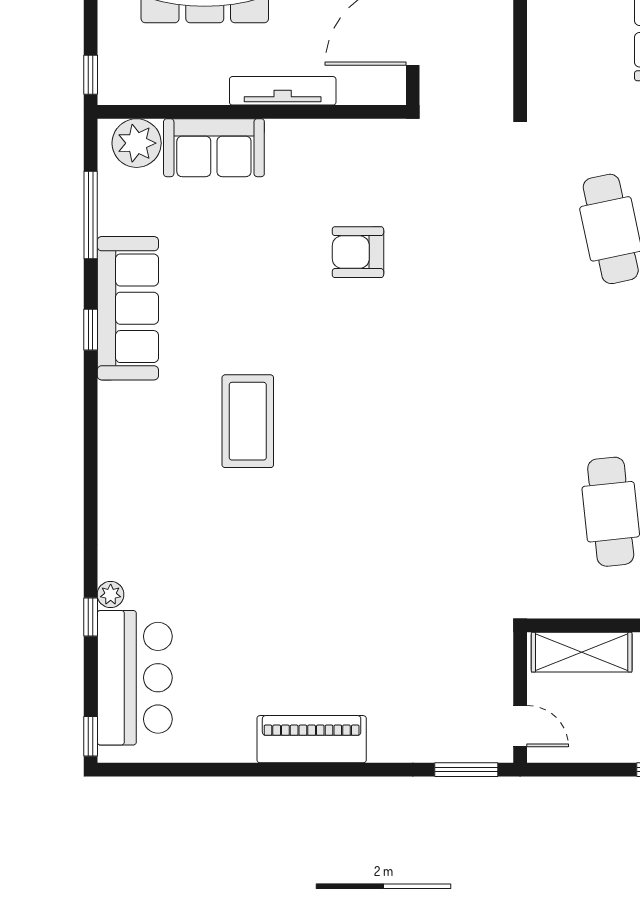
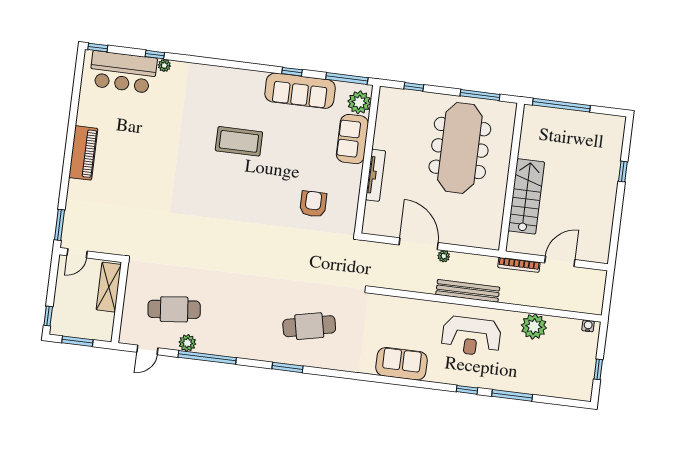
tv unit: (283, 91) -> (375, 175), moved
wall: (252, 112) -> (367, 159), moved
plant: (137, 143) -> (359, 102), moved
sofa: (214, 148) -> (352, 139), moved

